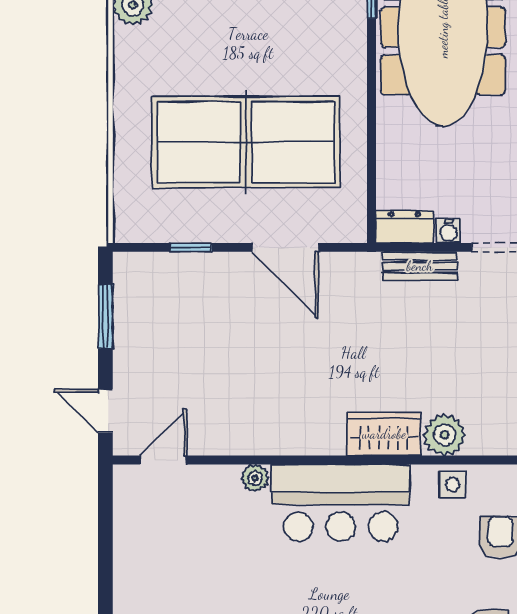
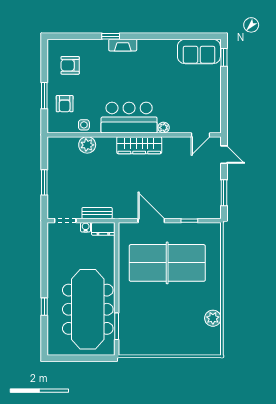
wardrobe: (384, 434) -> (139, 145), moved, width x1.50

